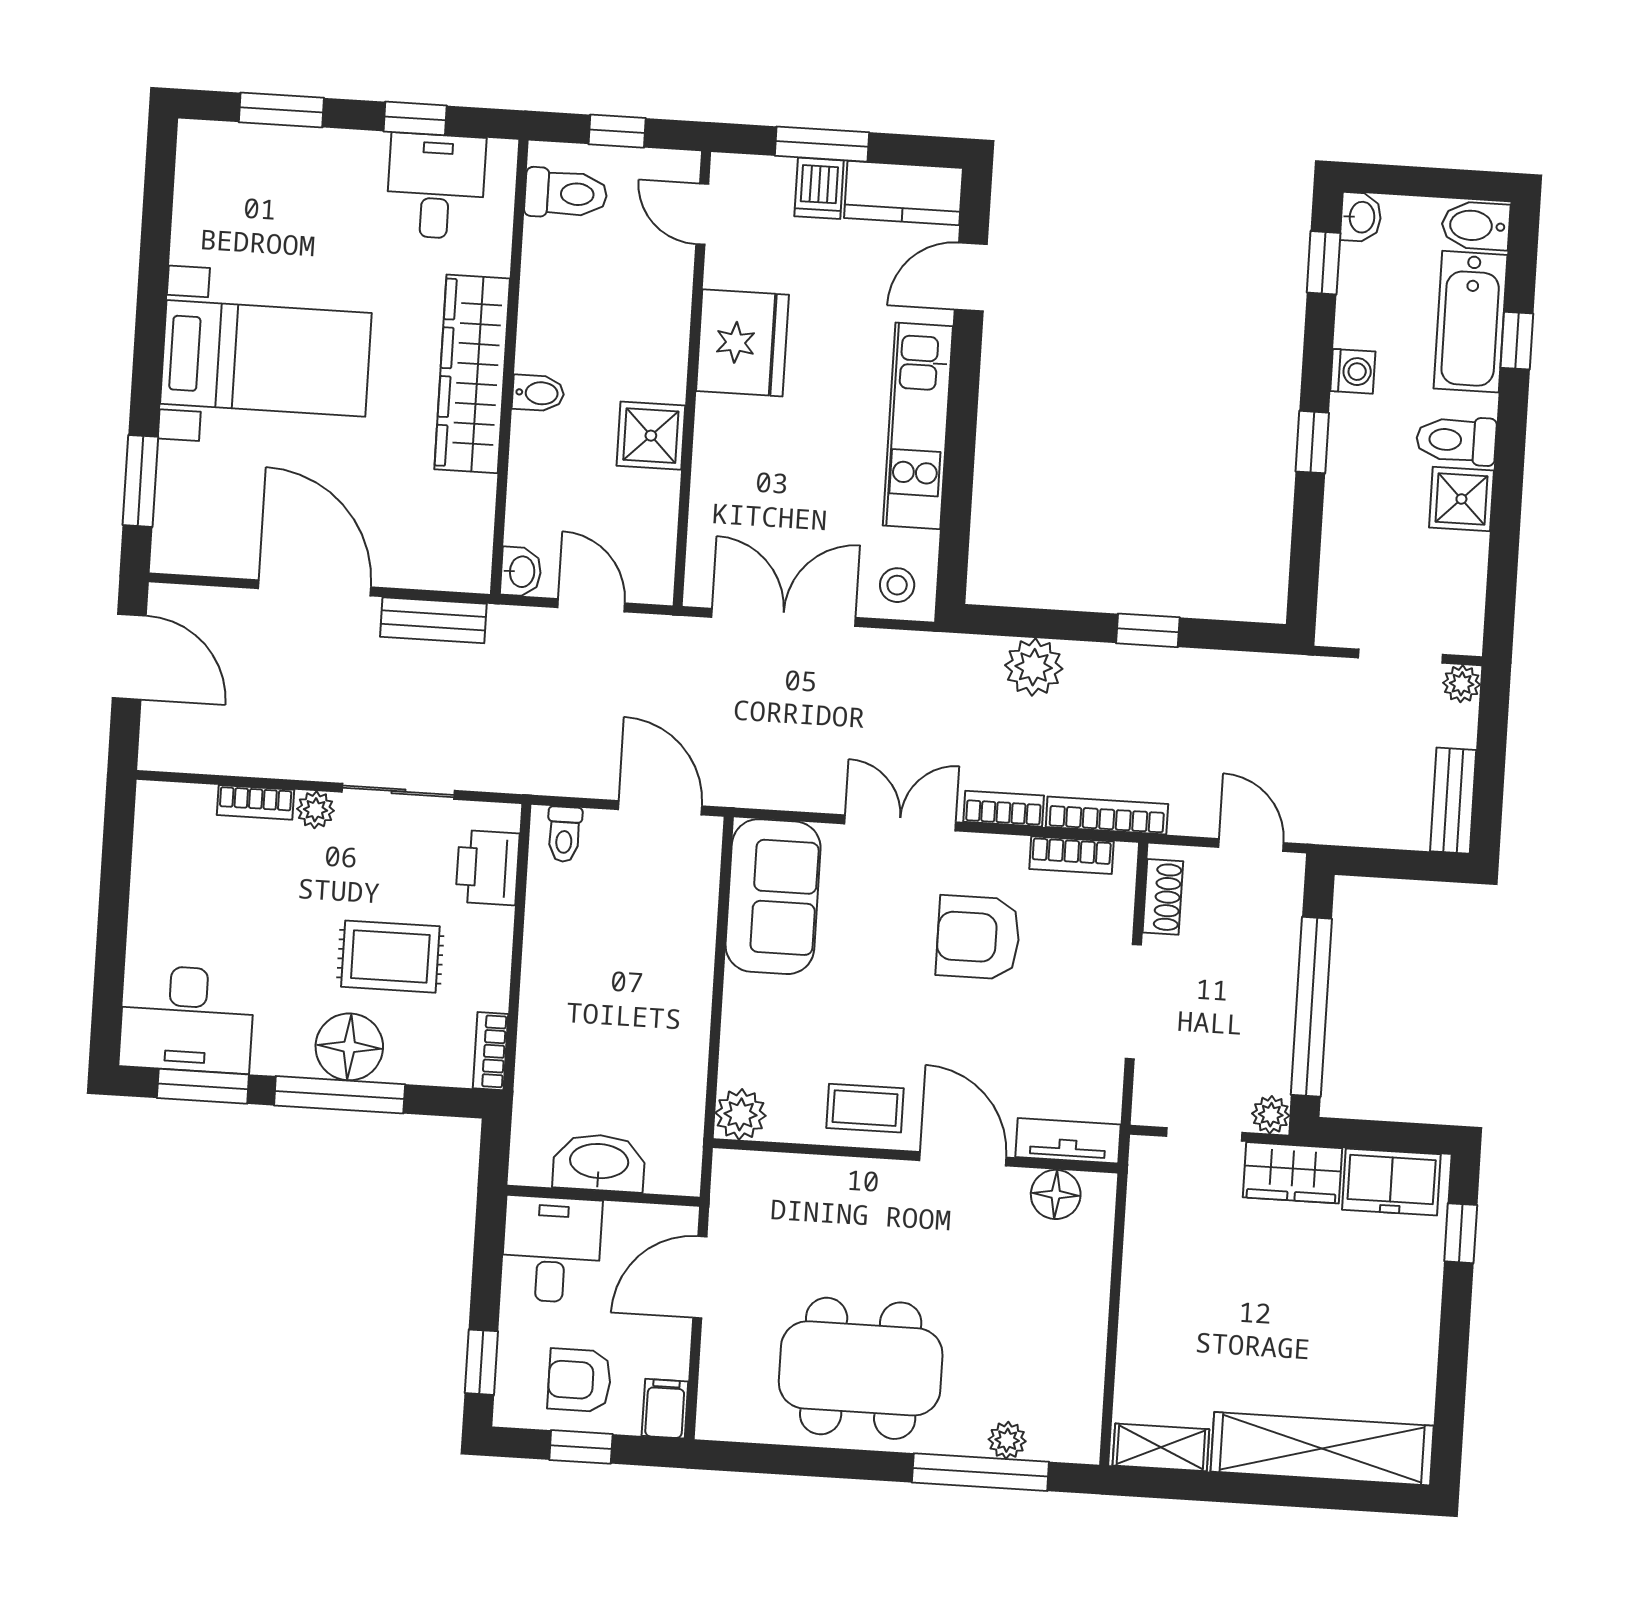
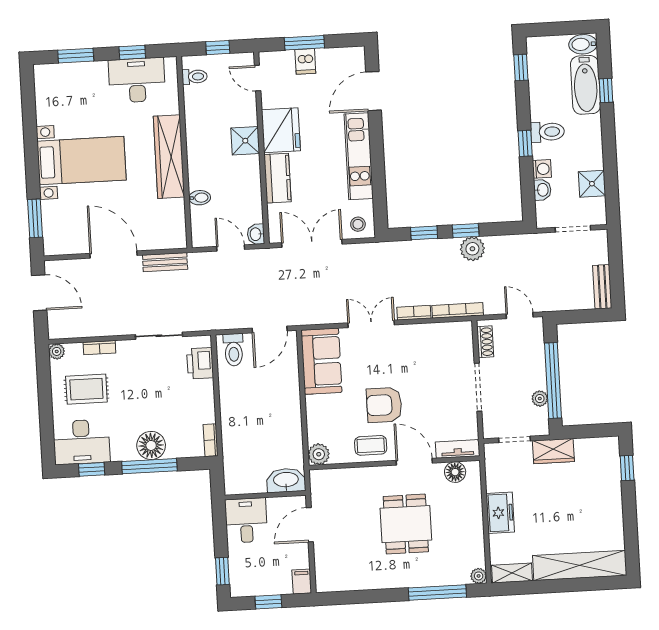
desk: (436, 186) -> (137, 80), width x1.37
kitchen counter: (903, 193) -> (277, 178), moved, turned -90
toilet: (566, 194) -> (195, 77), width x0.73, depth x0.72
washbasin: (1361, 217) -> (542, 190), moved
door: (971, 277) -> (374, 91), width x1.38
washing machine: (1353, 371) -> (542, 169), moved
bidet: (538, 393) -> (200, 198), moved
shower: (651, 436) -> (245, 141), moved
toilet: (1456, 440) -> (547, 132), moved, turned 180
shower: (1461, 499) -> (592, 184), moved
washbasin: (521, 572) -> (256, 234), moved, turned 180
window: (1050, 624) -> (424, 233), added
plant: (1034, 667) -> (472, 249), moved
plant: (1462, 684) -> (600, 237), removed
door: (660, 808) -> (270, 330), swing flipped
plant: (315, 810) -> (57, 351), moved
toilet: (564, 834) -> (234, 350), width x1.37, depth x1.39
bookcase: (1071, 855) -> (445, 329), removed
armchair: (978, 937) -> (384, 405), moved
rug: (390, 957) -> (86, 389), moved
window: (203, 1086) -> (92, 469), width x0.67
plant: (1271, 1115) -> (540, 399), moved
washbasin: (599, 1163) -> (286, 480), moved
freezer: (1391, 1182) -> (500, 513), moved, turned -90
dining table: (861, 1368) -> (406, 524), moved, width x0.73
armchair: (579, 1380) -> (264, 574), removed
plant: (1007, 1440) -> (479, 576), moved

